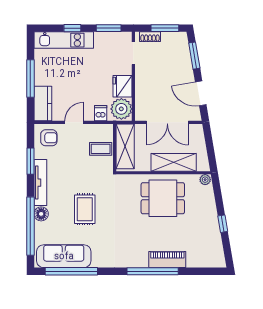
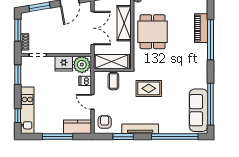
window: (72, 28) -> (18, 116), moved
rug: (85, 209) -> (149, 88), moved
floor lamp: (41, 214) -> (165, 128), removed

